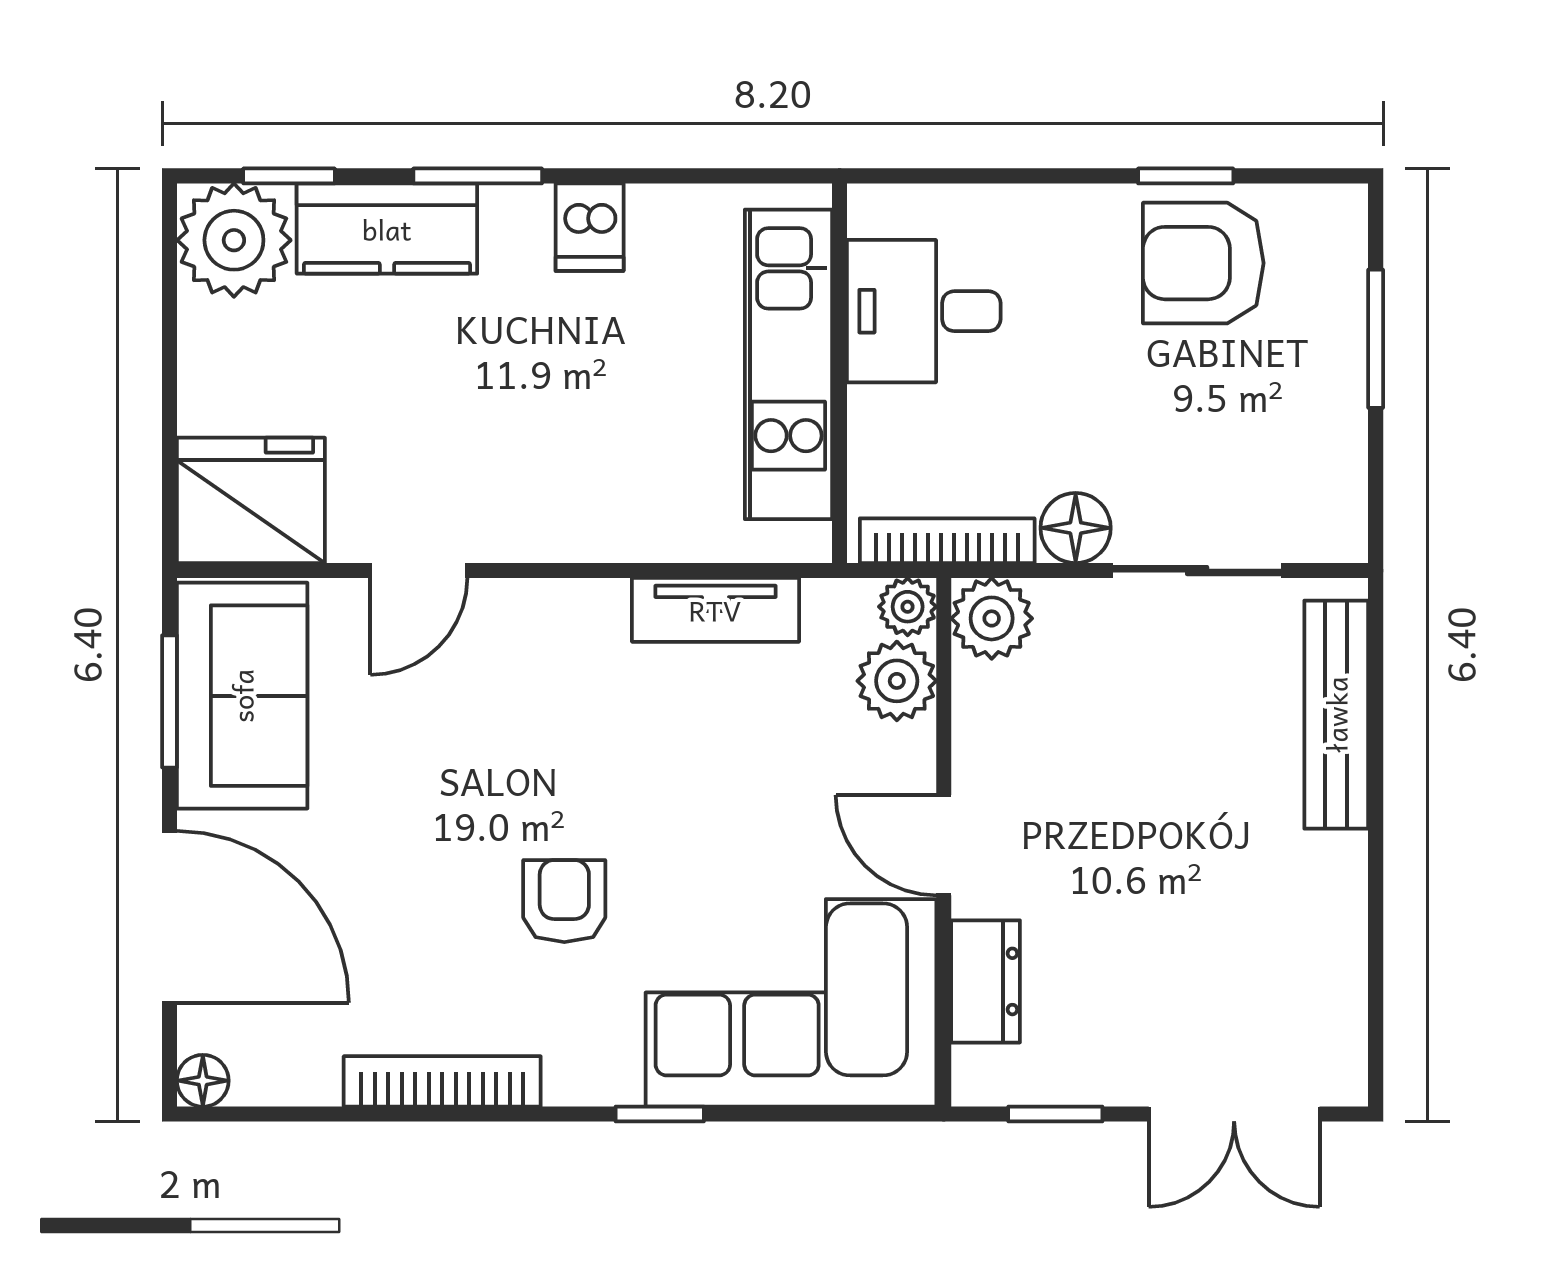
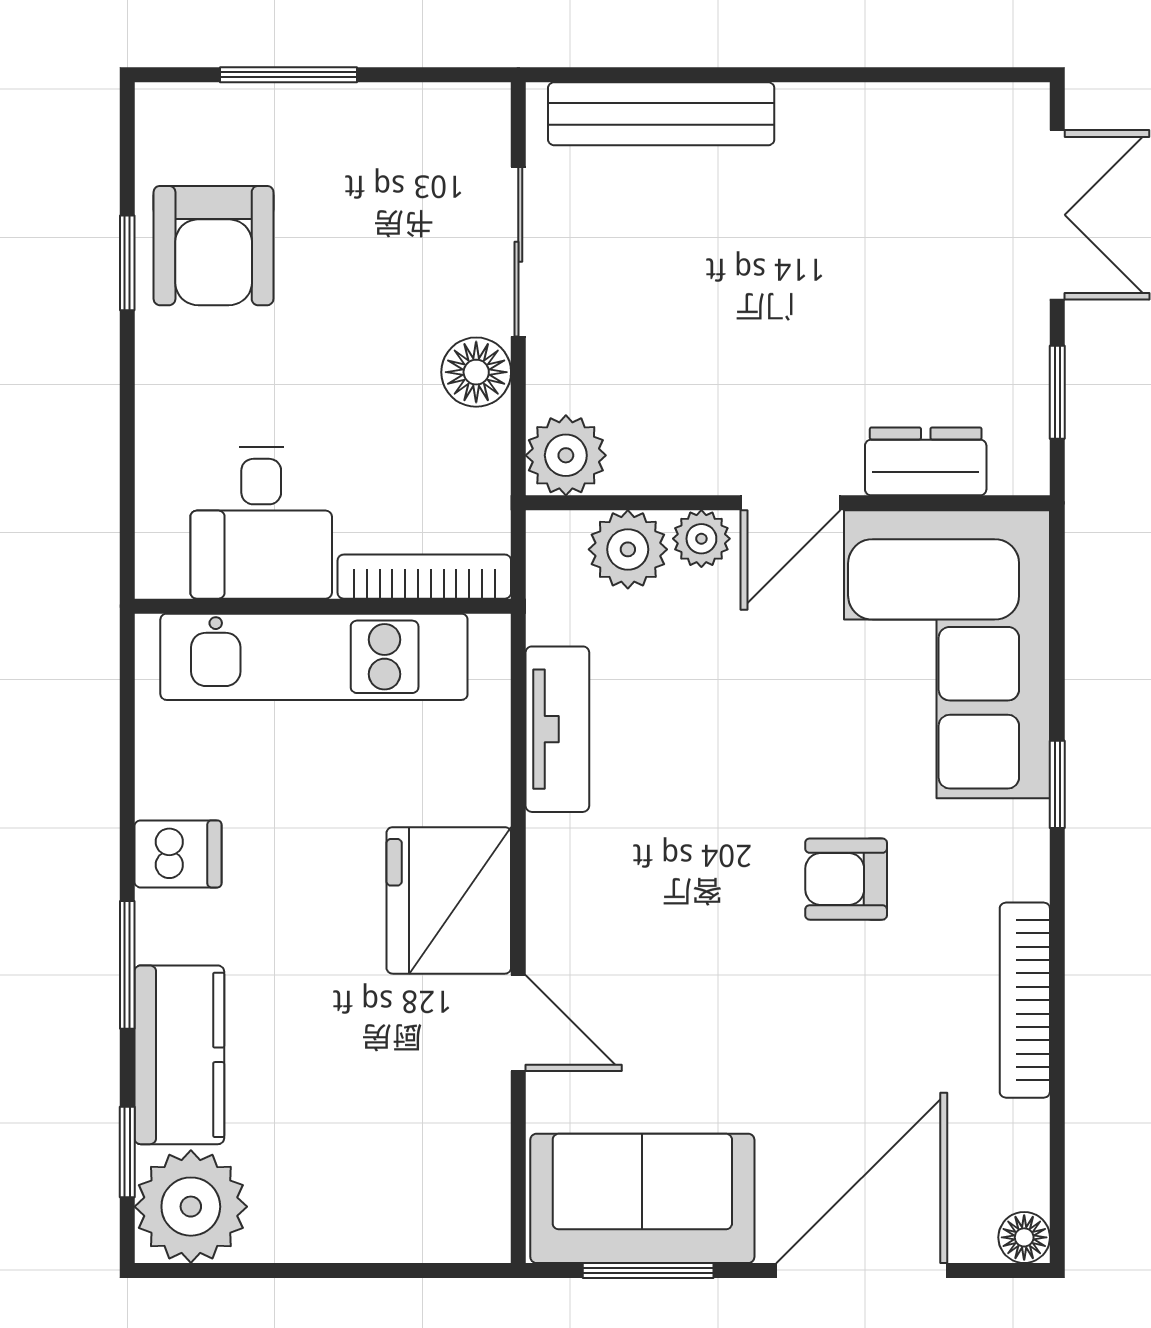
fridge: (251, 500) -> (449, 900), moved
bookcase: (947, 541) -> (424, 577), moved, turned 90
plant: (908, 607) -> (701, 539), moved

